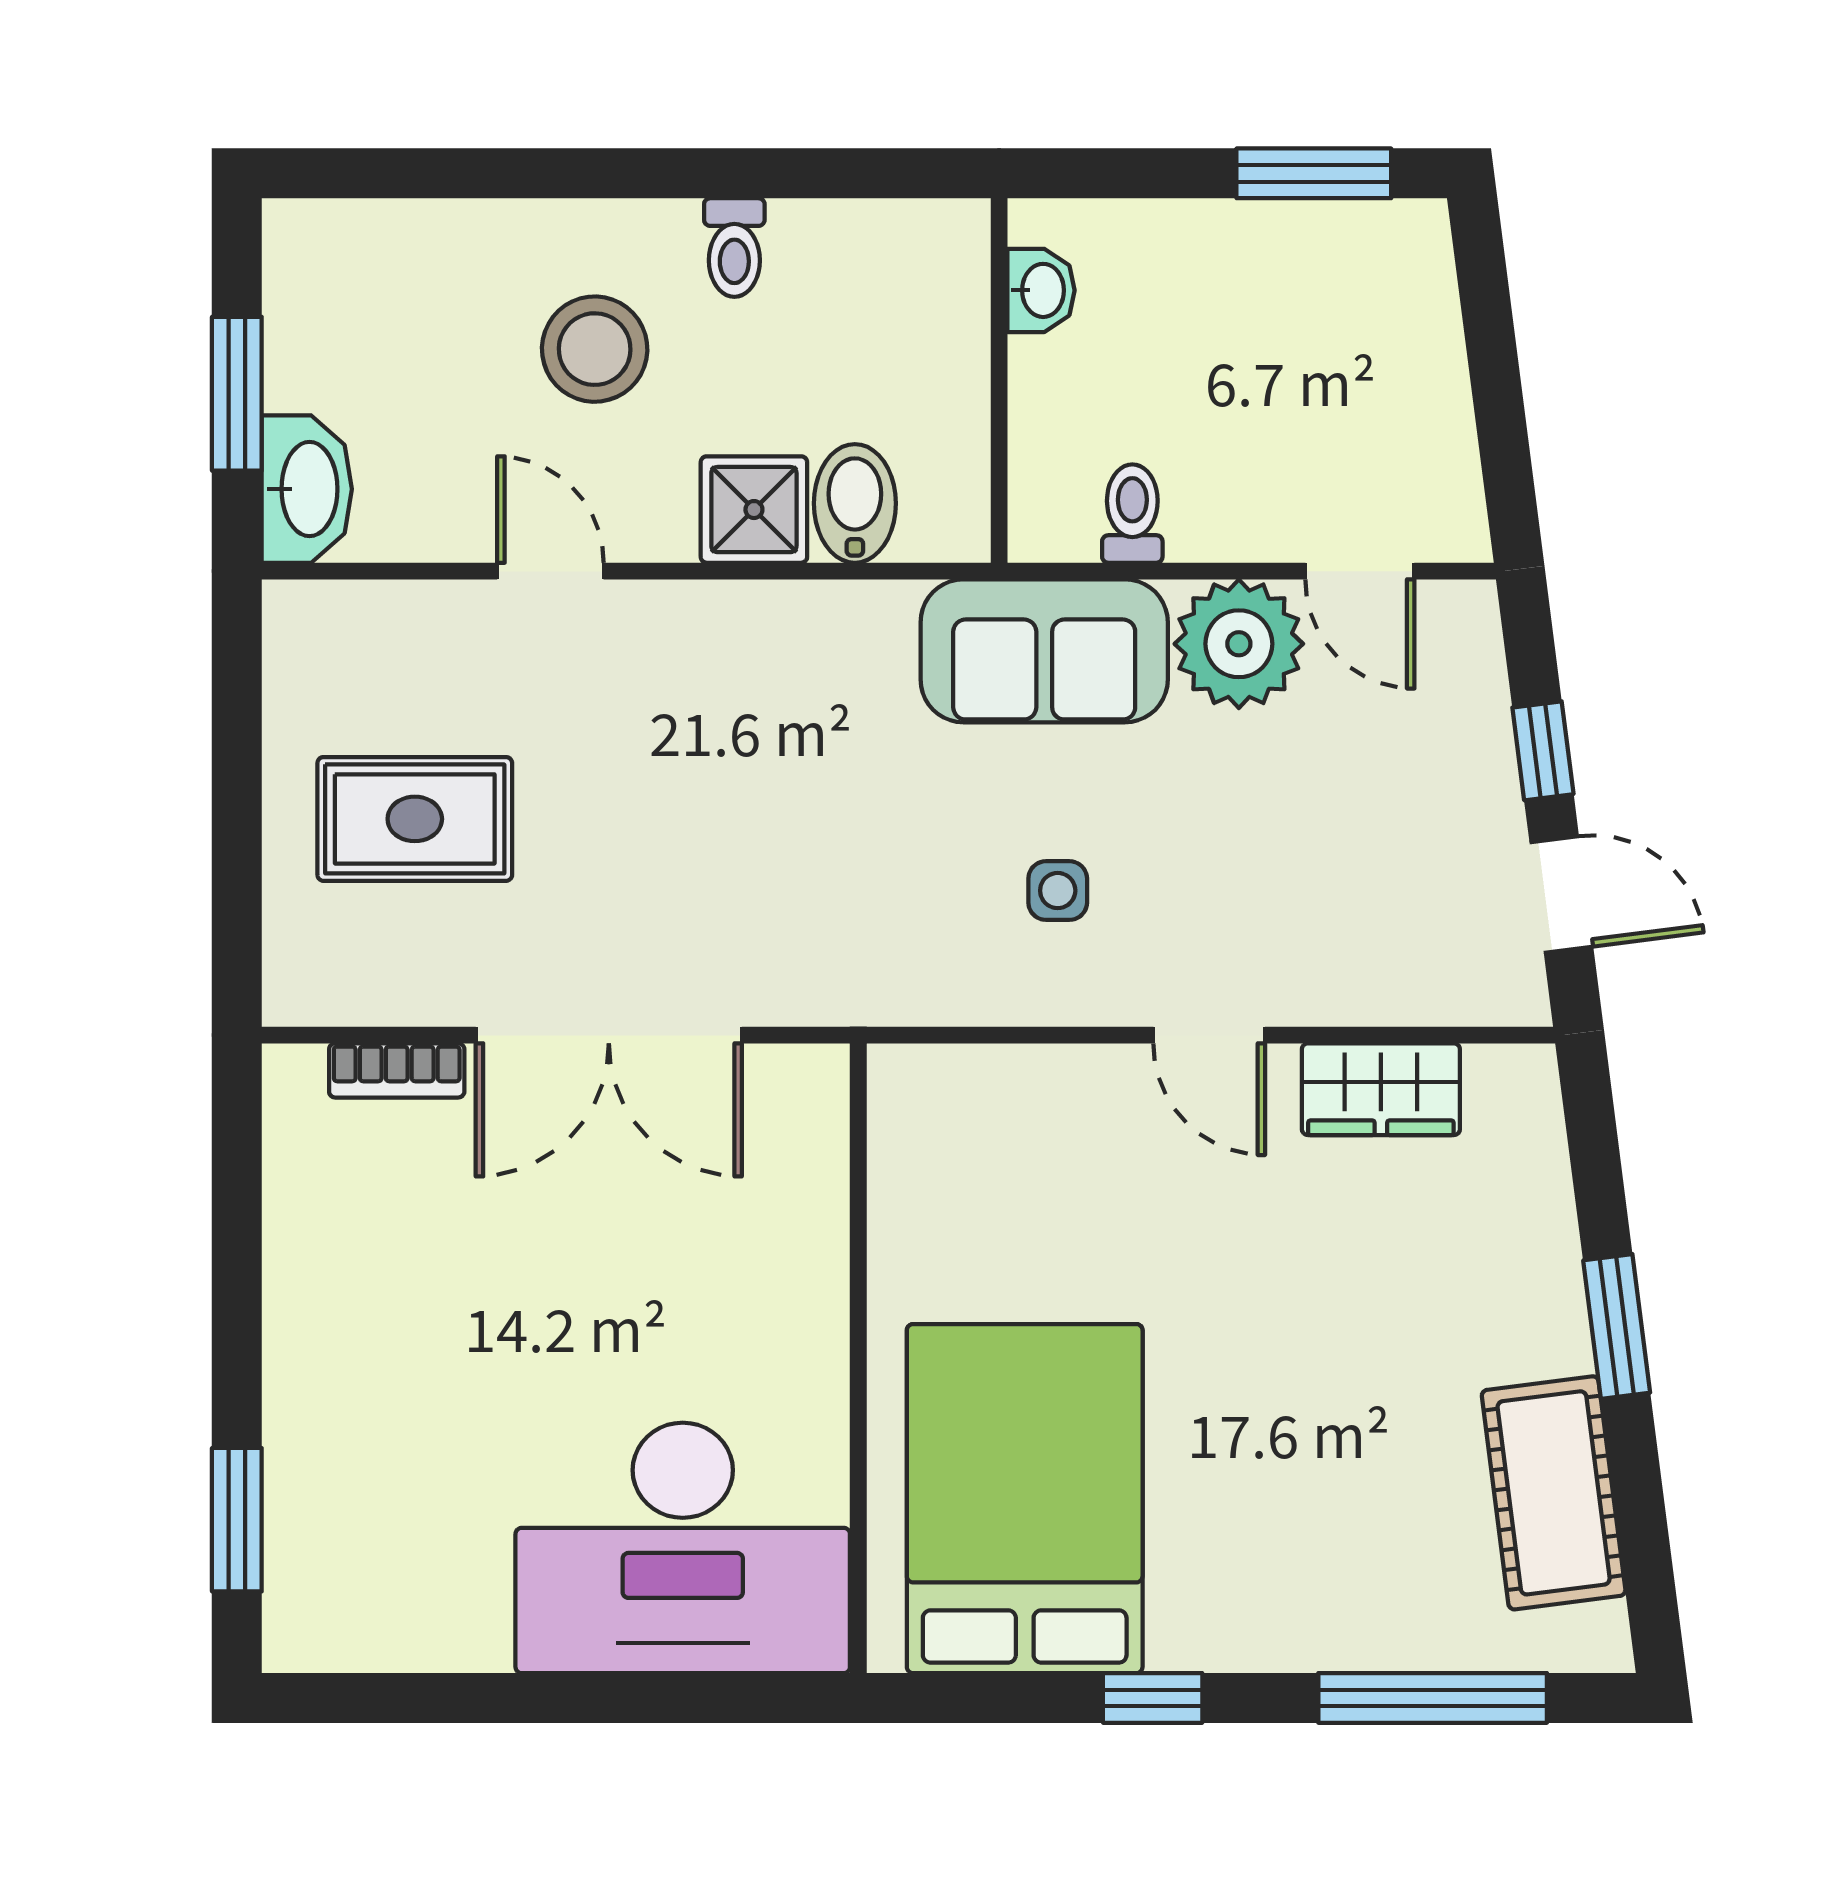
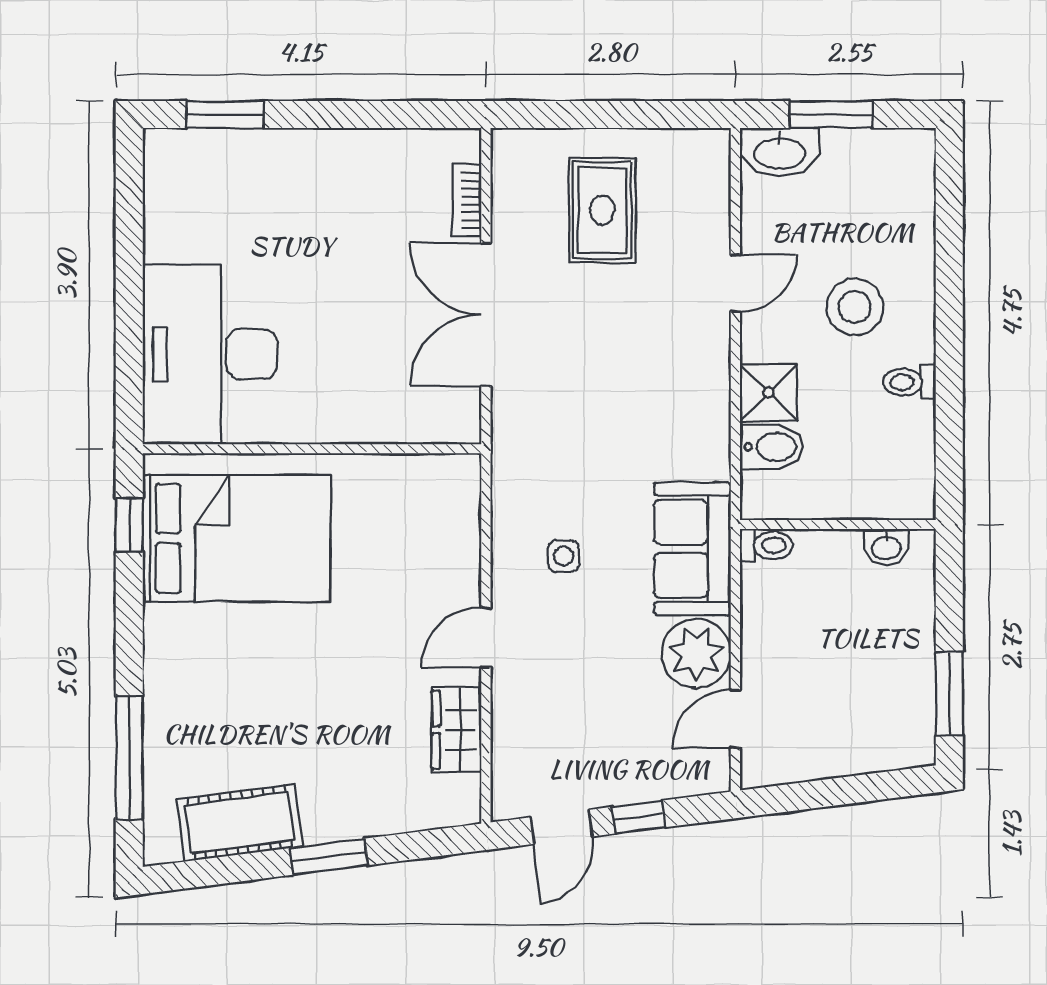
toilet: (1132, 514) -> (766, 545), moved
window: (1153, 1698) -> (129, 525), moved

